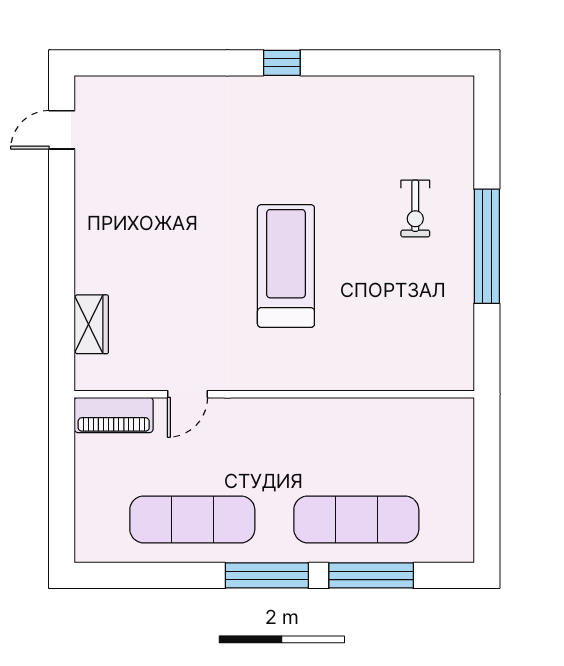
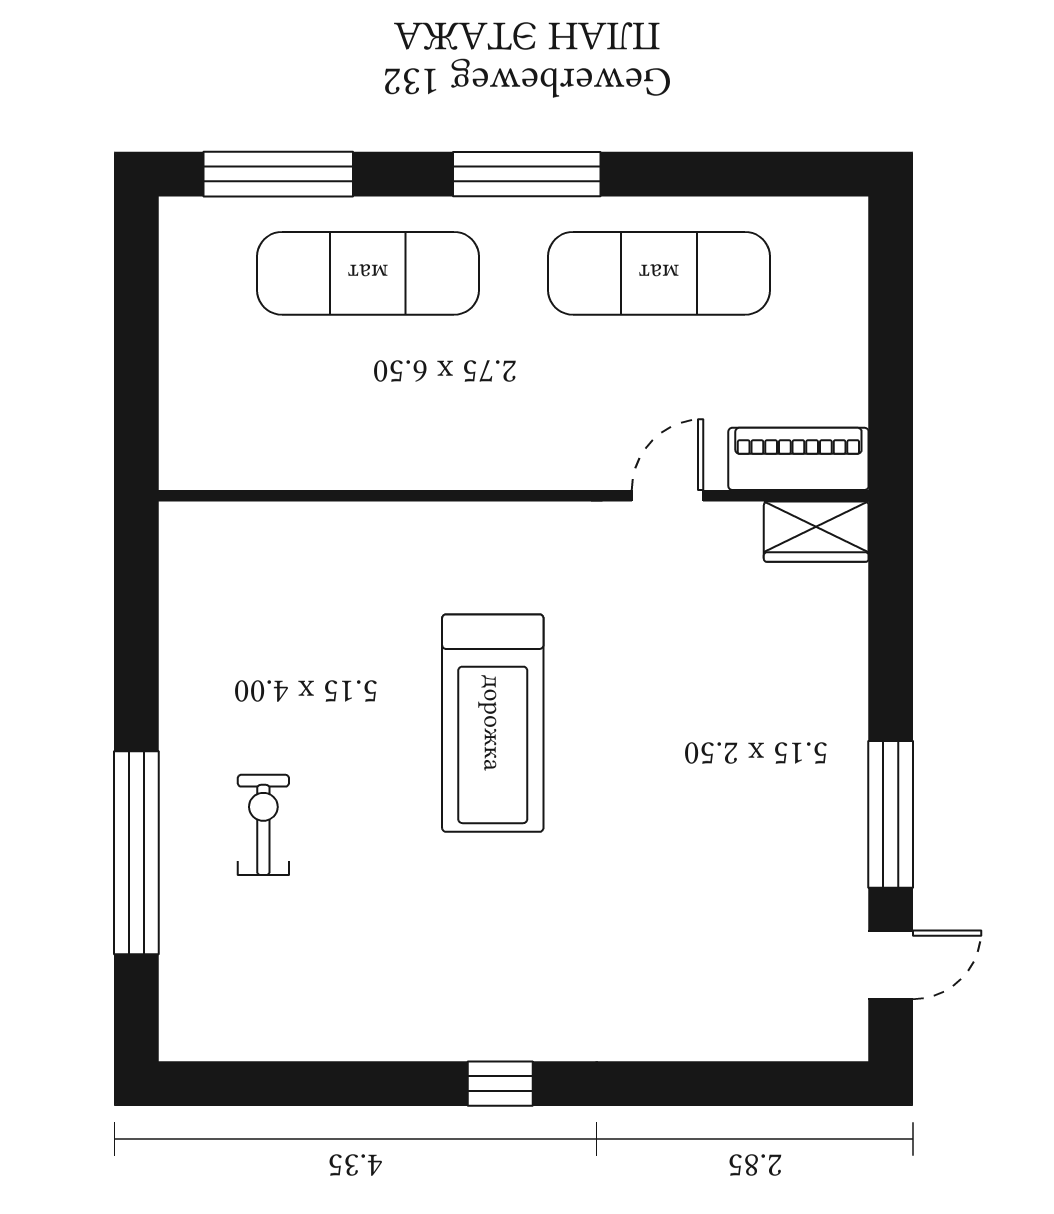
window: (62, 215) -> (891, 814), added
window: (487, 246) -> (136, 853), moved
wardrobe: (91, 324) -> (816, 532), moved, turned -90
window: (371, 575) -> (278, 174), moved

